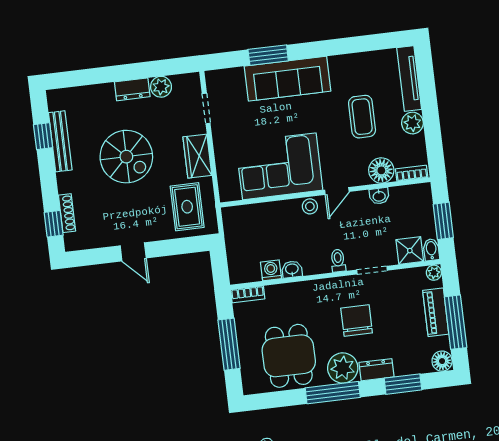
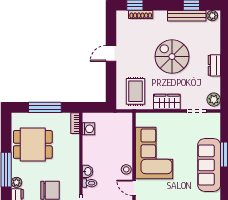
plant: (161, 87) -> (214, 100), moved
plant: (55, 102) -> (212, 16), added
spiral stairs: (126, 157) -> (172, 57), turned 90
rug: (187, 207) -> (135, 91), turned 90
washbasin: (292, 269) -> (88, 171), moved
washing machine: (271, 270) -> (89, 129), moved
plant: (343, 368) -> (16, 182), width x0.53, depth x0.53

